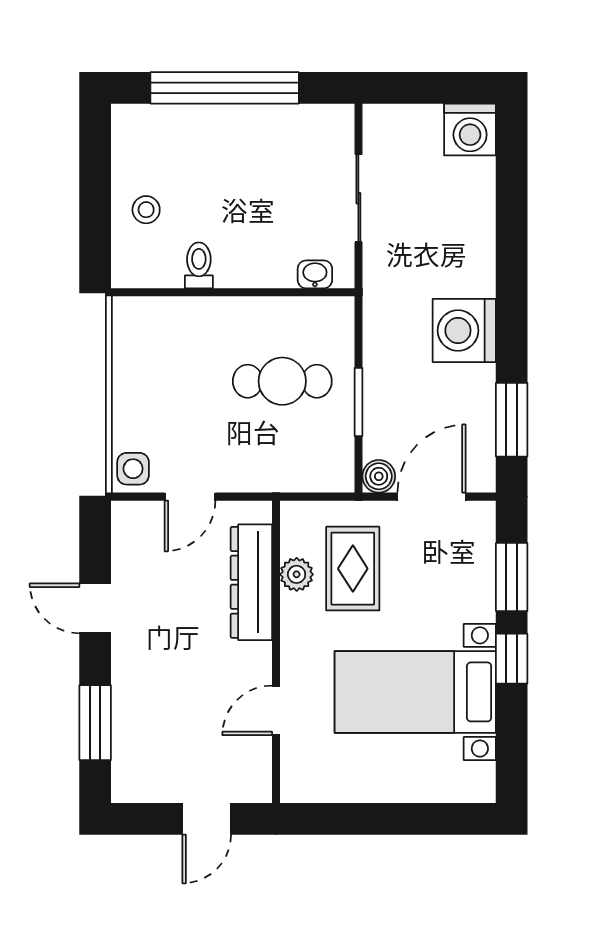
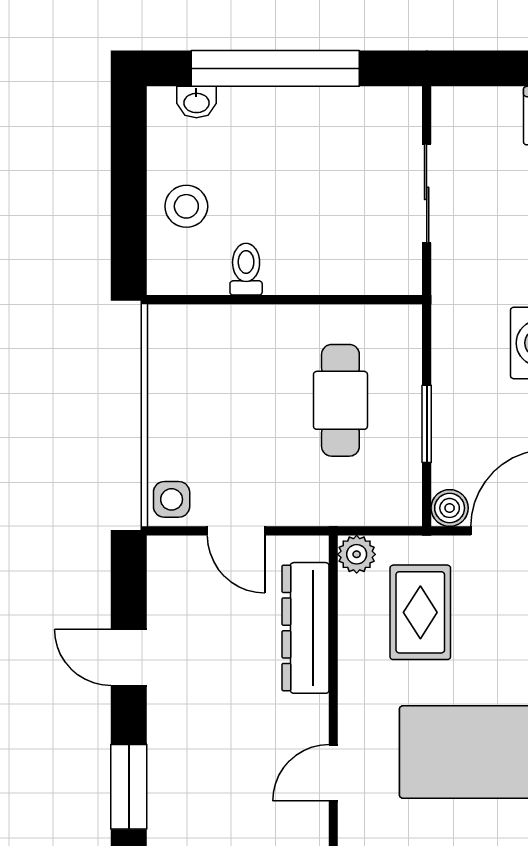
stool: (146, 210) -> (186, 206), width x1.37, depth x1.37
washbasin: (315, 274) -> (196, 102), moved, turned 180
cafe table: (282, 381) -> (340, 400), turned 90
door: (190, 497) -> (236, 531), hinge flipped
plant: (297, 574) -> (357, 554), moved

